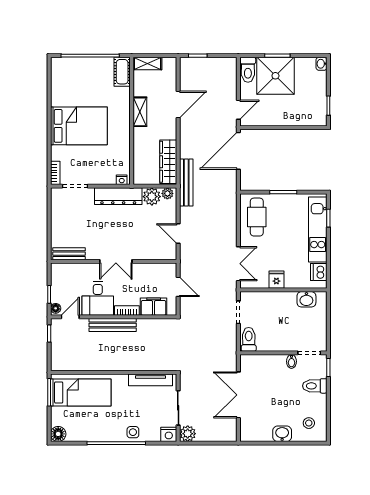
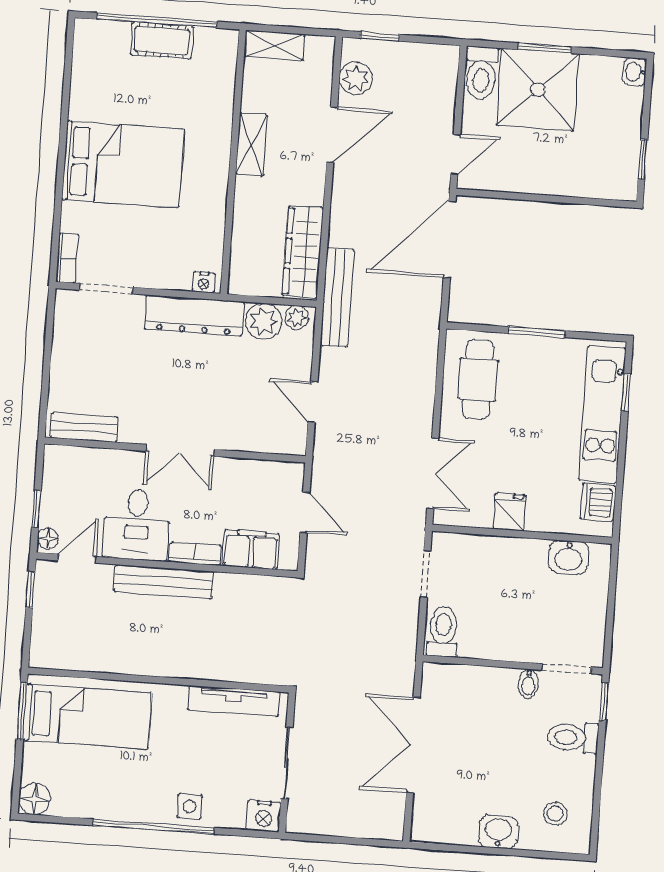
cot: (122, 72) -> (162, 40), moved, turned 90
plant: (188, 434) -> (356, 78), moved

